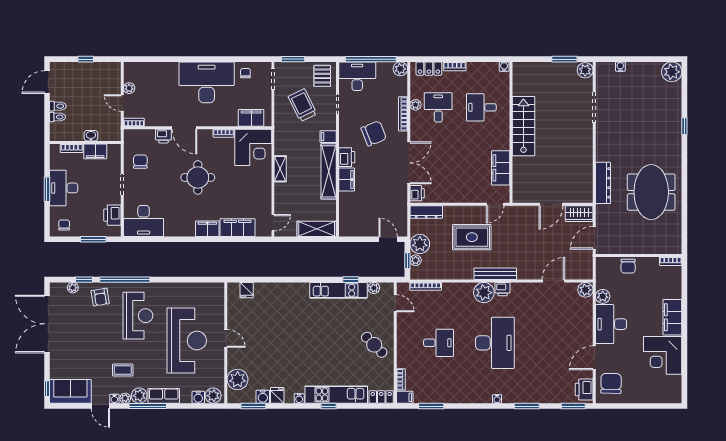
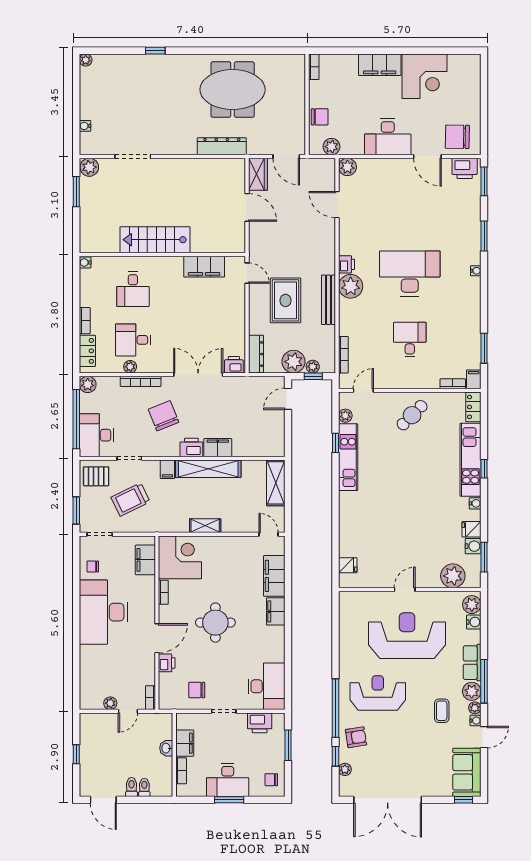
plant: (672, 72) -> (86, 60), width x0.53, depth x0.53
bench: (495, 274) -> (328, 300), moved
plant: (603, 296) -> (332, 147), moved

